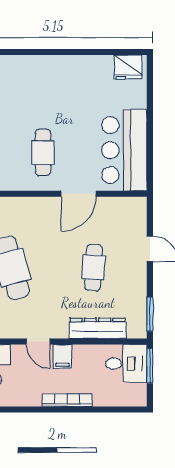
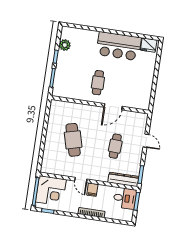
bar counter: (124, 150) -> (119, 46), moved, turned -90
dresser: (97, 328) -> (123, 179), moved

